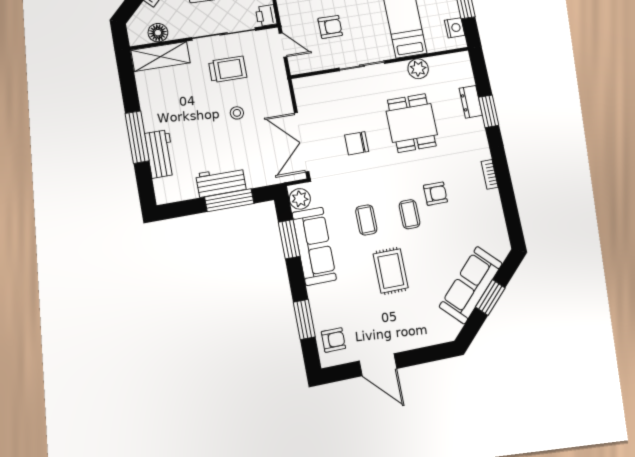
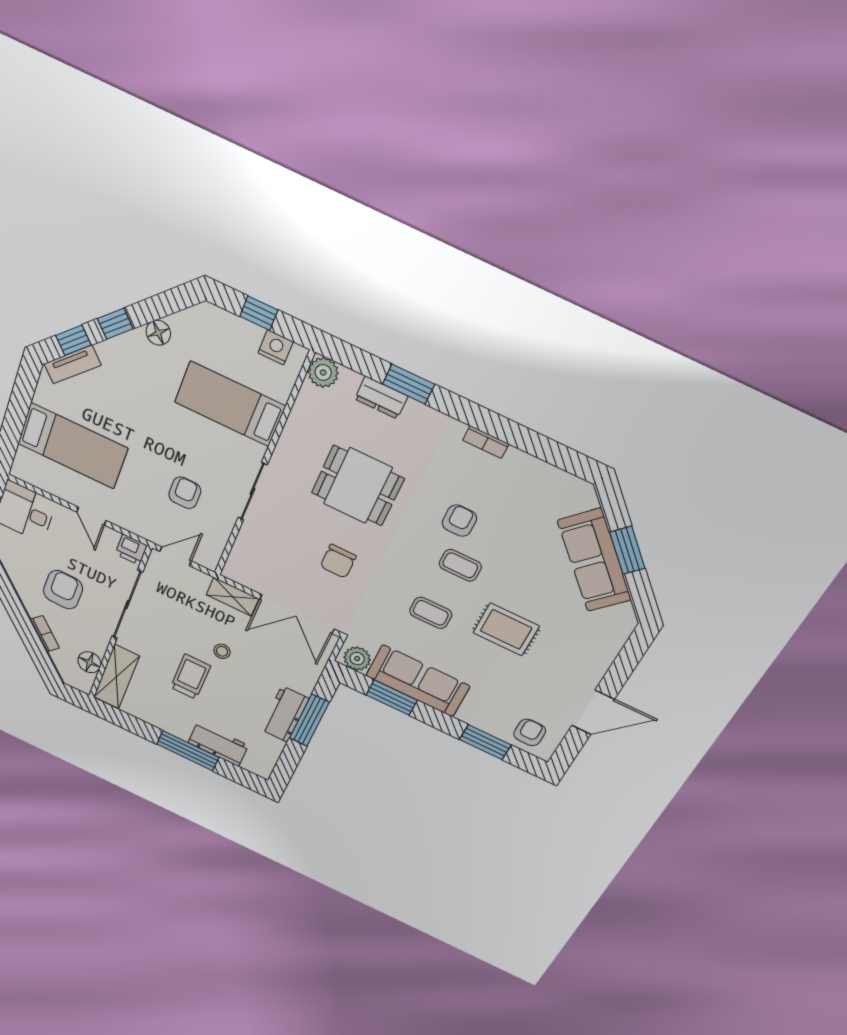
trolley: (228, 69) -> (190, 677), moved
plant: (418, 69) -> (323, 372), moved
shelving: (282, 96) -> (233, 597), added

